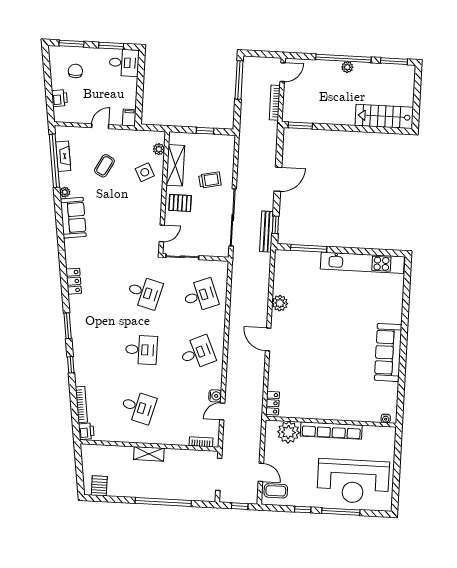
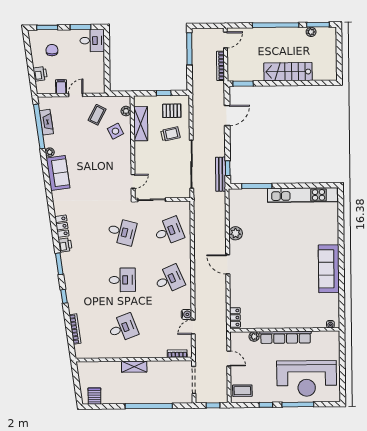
plant: (347, 67) -> (311, 32), moved
stairs: (384, 116) -> (288, 72), moved
filing cabinet: (129, 118) -> (61, 87), moved
coffee table: (104, 166) -> (97, 115), moved
door: (278, 179) -> (227, 116), moved
pallet: (180, 203) -> (172, 111), moved
desk: (138, 407) -> (123, 328), turned -36
printer: (86, 431) -> (65, 245), moved
plant: (288, 432) -> (254, 336), width x0.53, depth x0.53
door: (261, 472) -> (229, 359), moved

